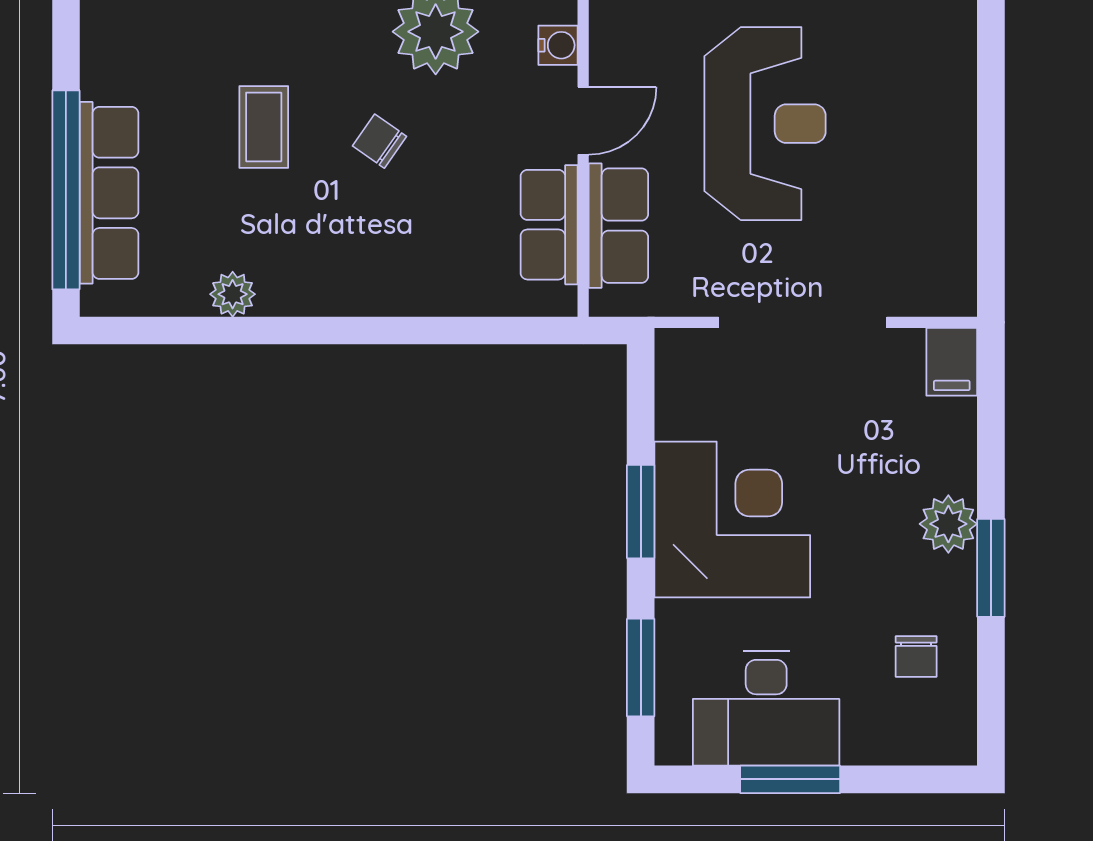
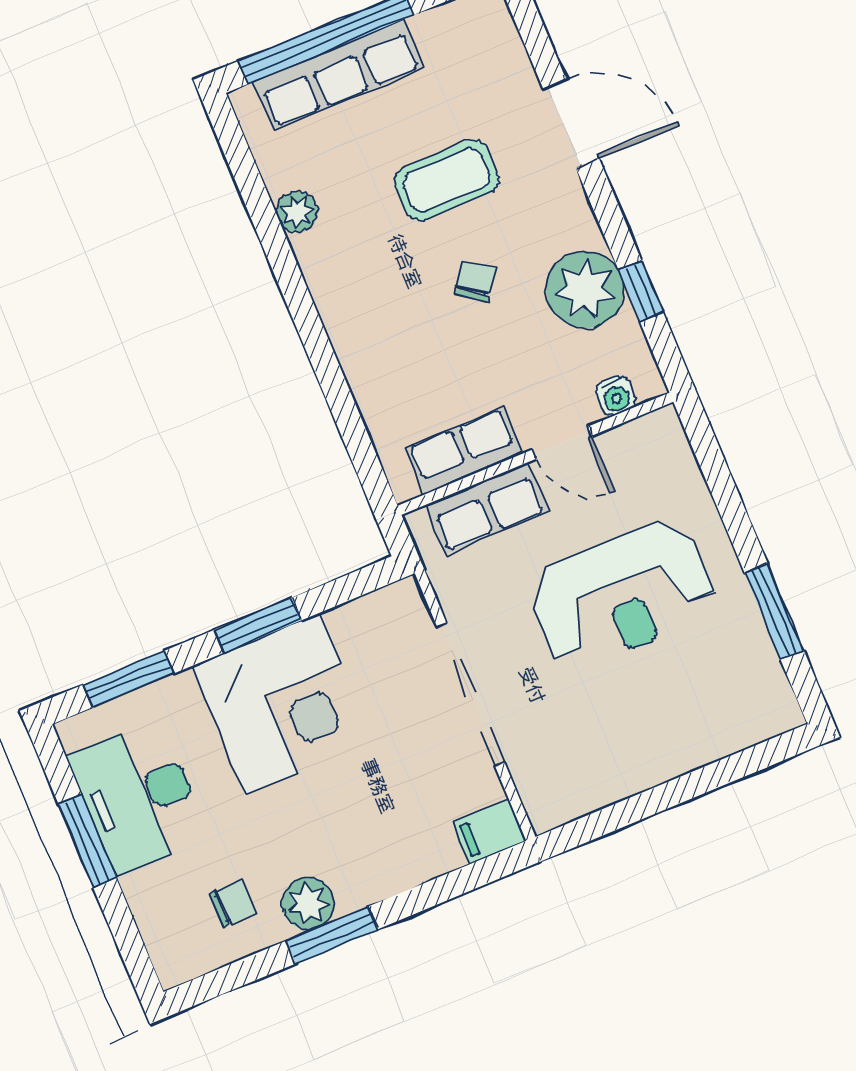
coffee table: (264, 127) -> (447, 180), width x1.36, depth x1.30
plant: (948, 524) -> (308, 903), moved
chair: (916, 657) -> (233, 904), turned 180

